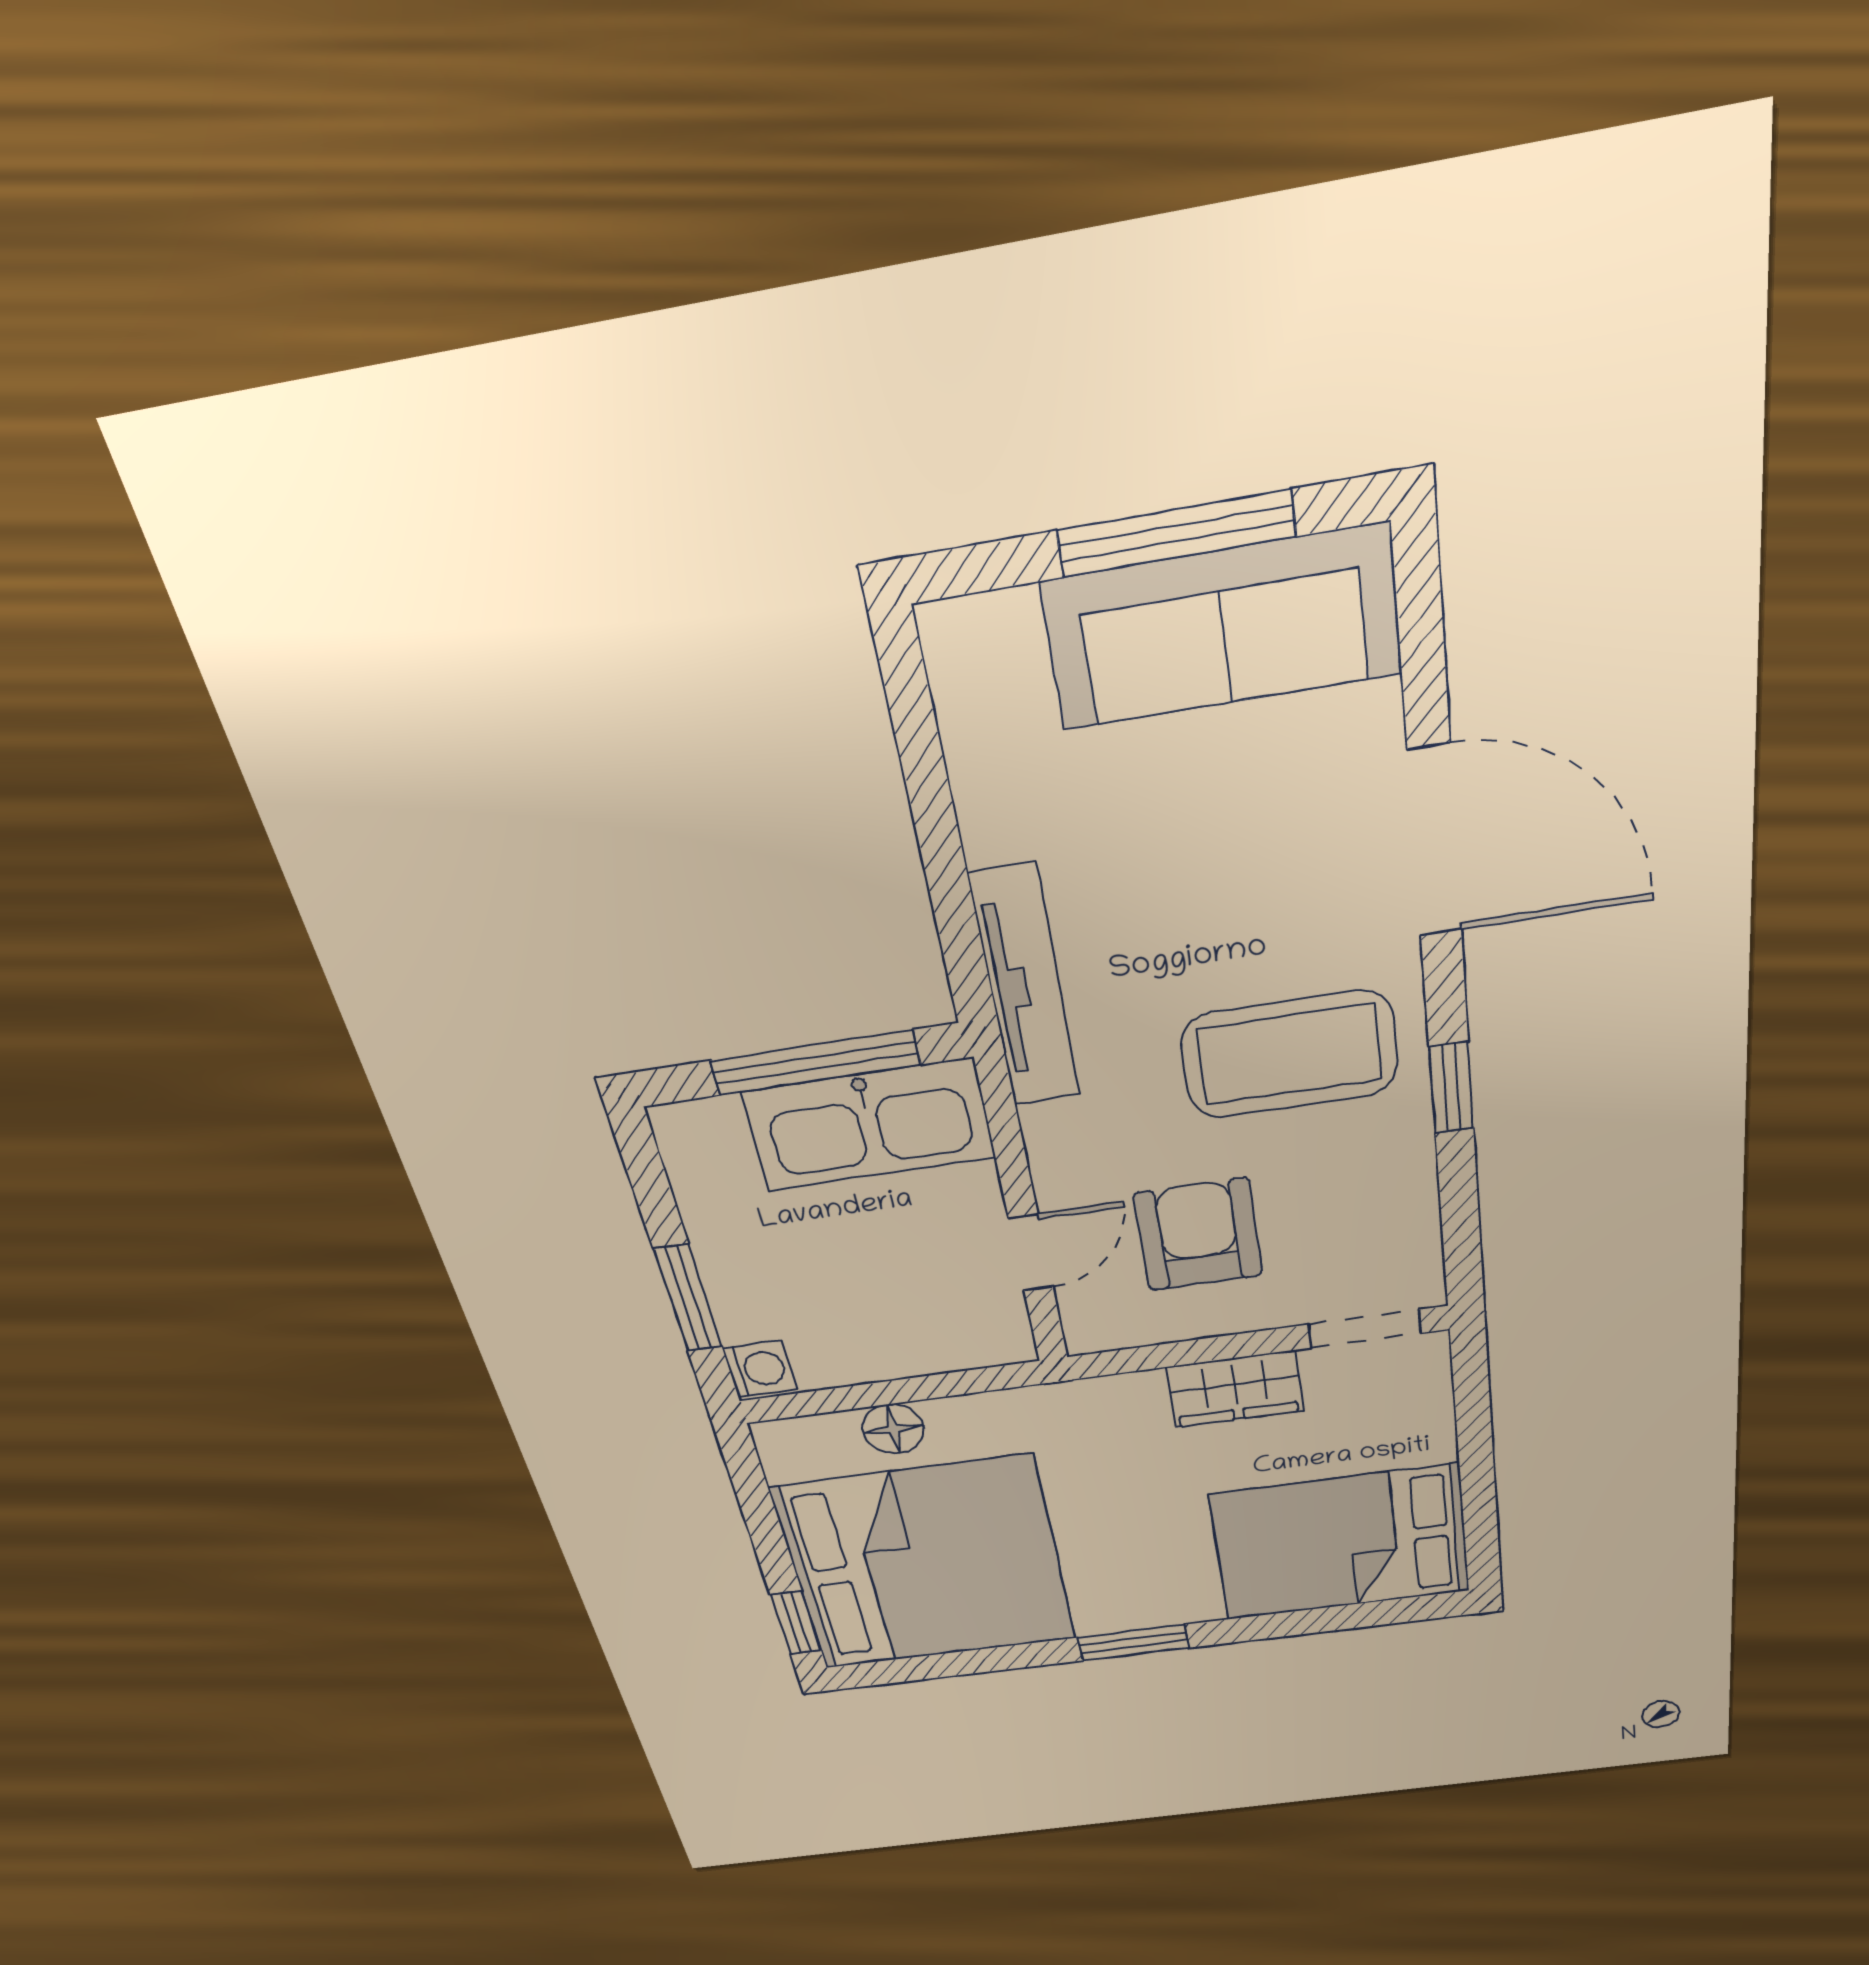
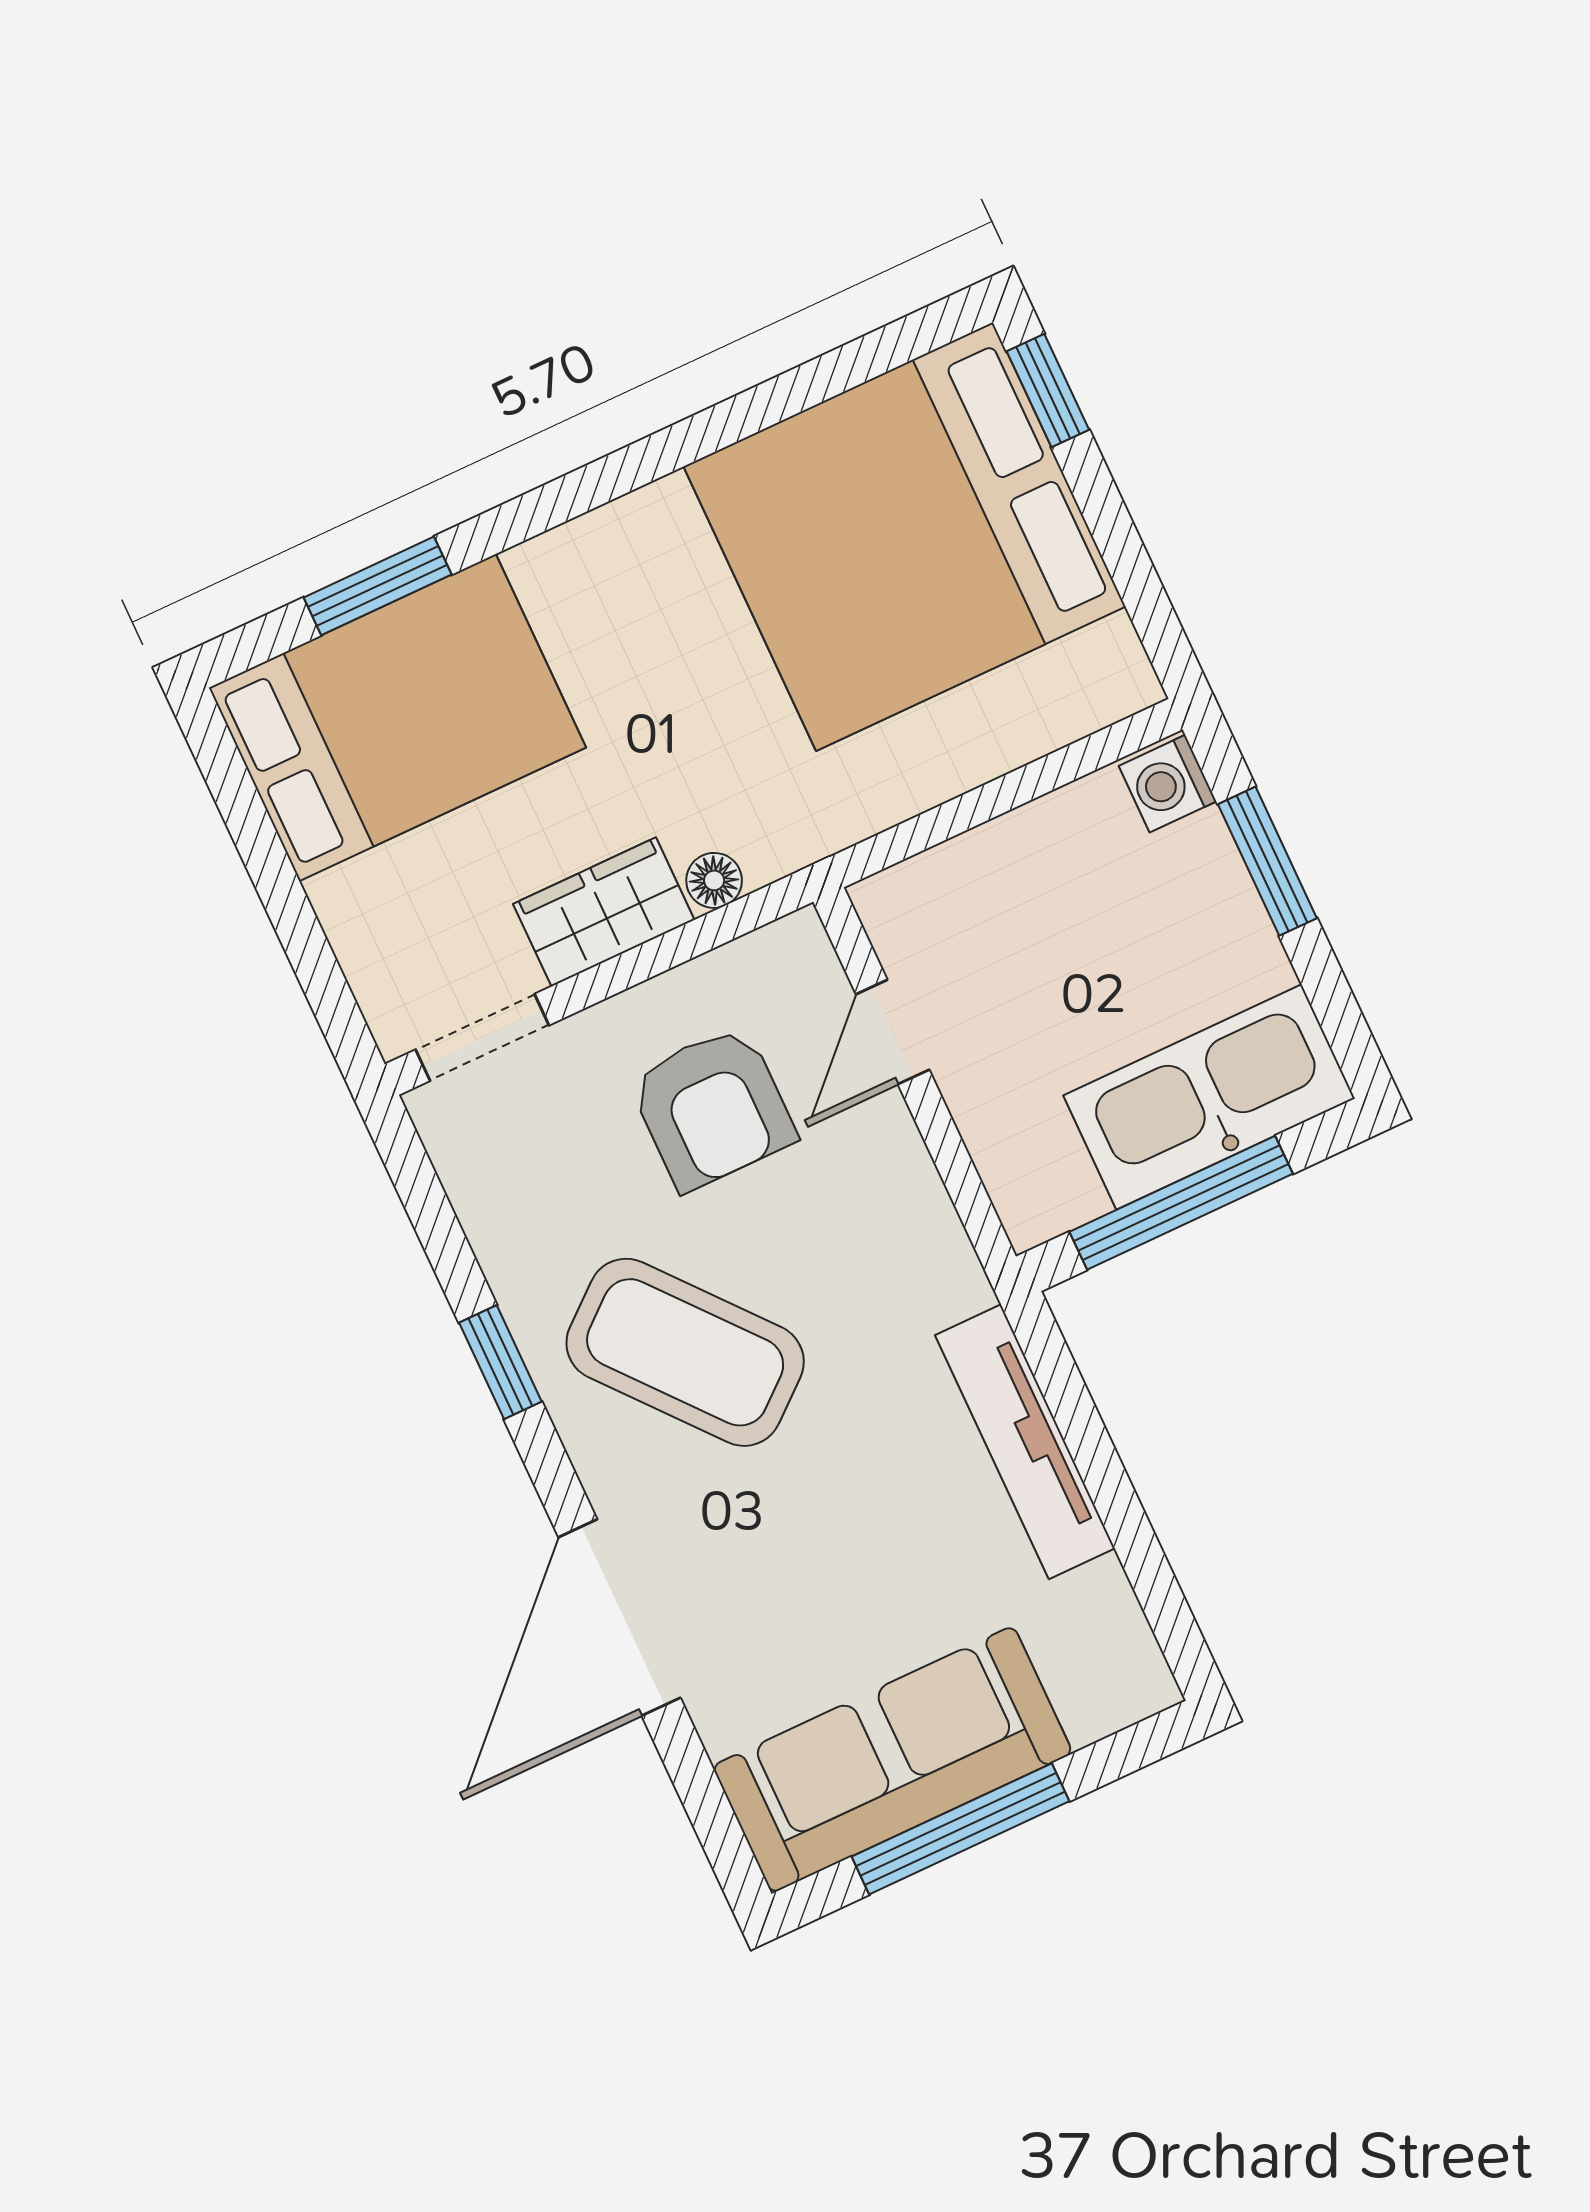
door: (1435, 842) -> (619, 1618), hinge flipped
tv unit: (1025, 987) -> (1025, 1442), moved
coffee table: (1289, 1054) -> (685, 1352), turned 50
kitchen sink: (869, 1125) -> (1209, 1097), moved
floor lamp: (893, 1429) -> (714, 880), moved, width x0.73, depth x0.73
window: (1133, 1643) -> (378, 586), moved

